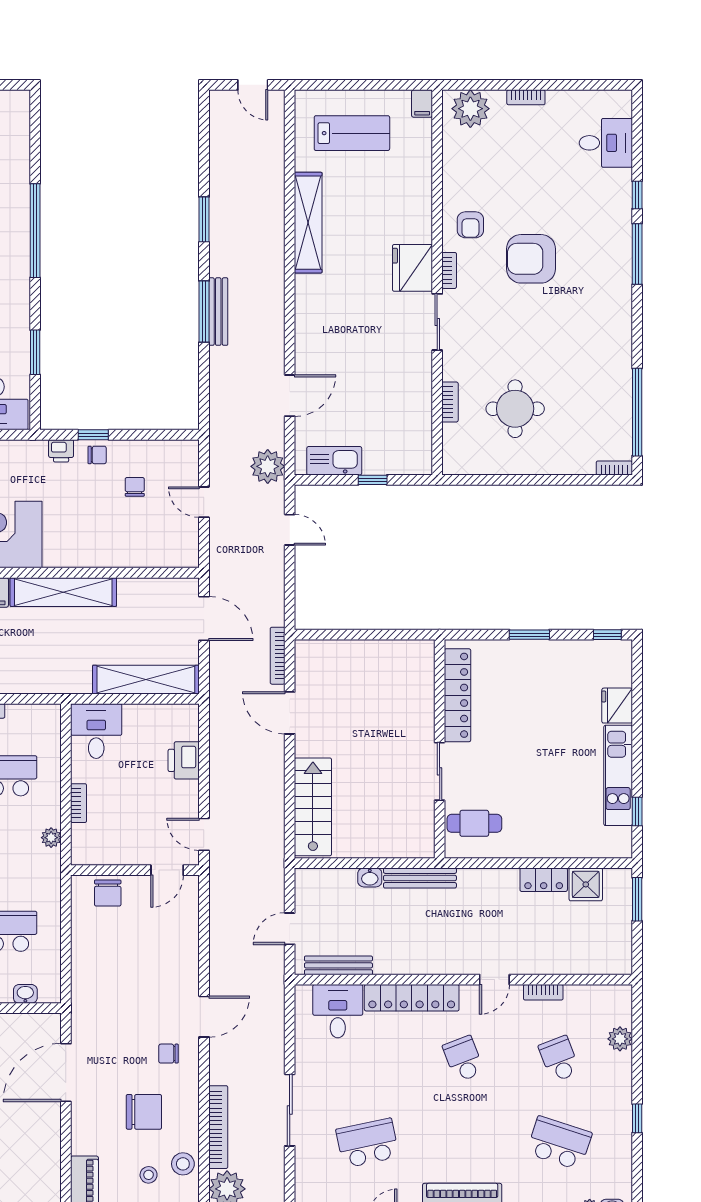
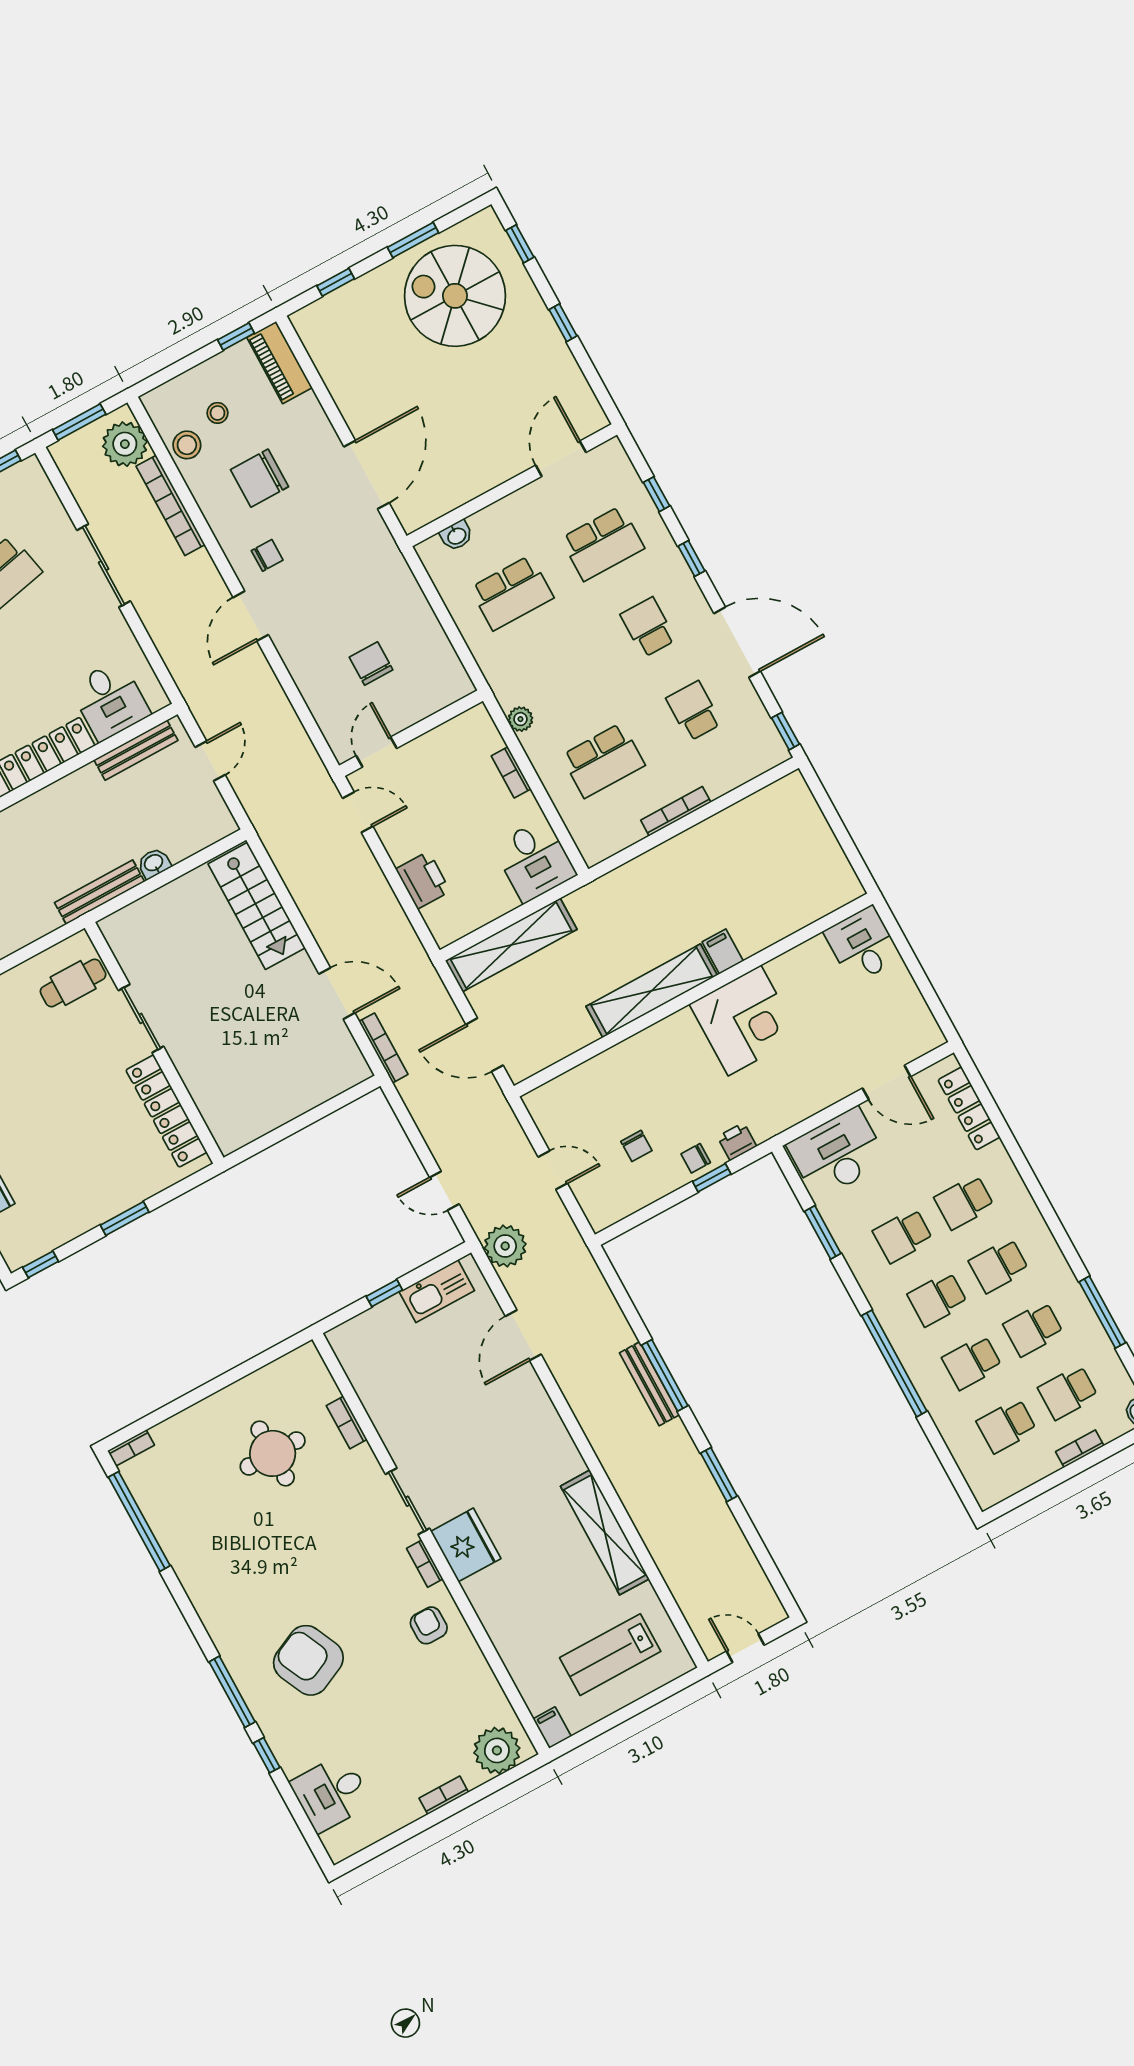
armchair: (531, 259) -> (308, 1660), moved, turned -115
chair: (108, 893) -> (371, 664), moved

